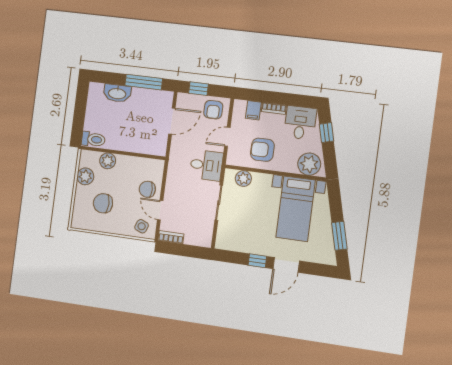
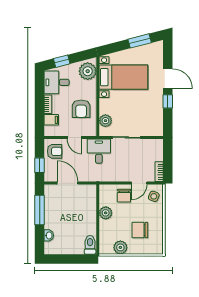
washbasin: (117, 93) -> (49, 235), width x0.52, depth x0.69
plant: (108, 161) -> (106, 213), moved
chair: (103, 203) -> (140, 230), turned 90

